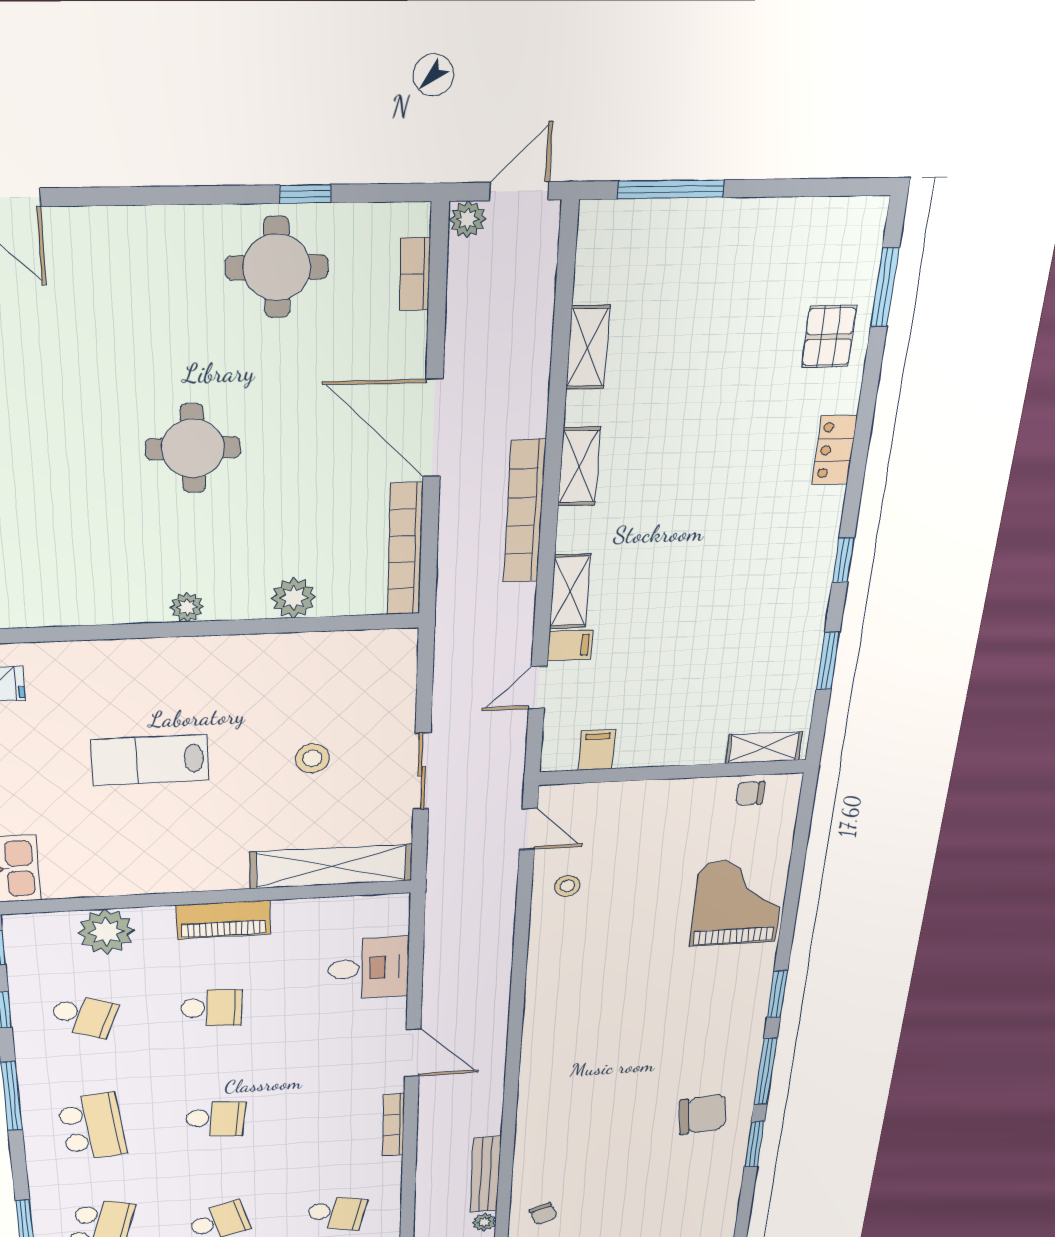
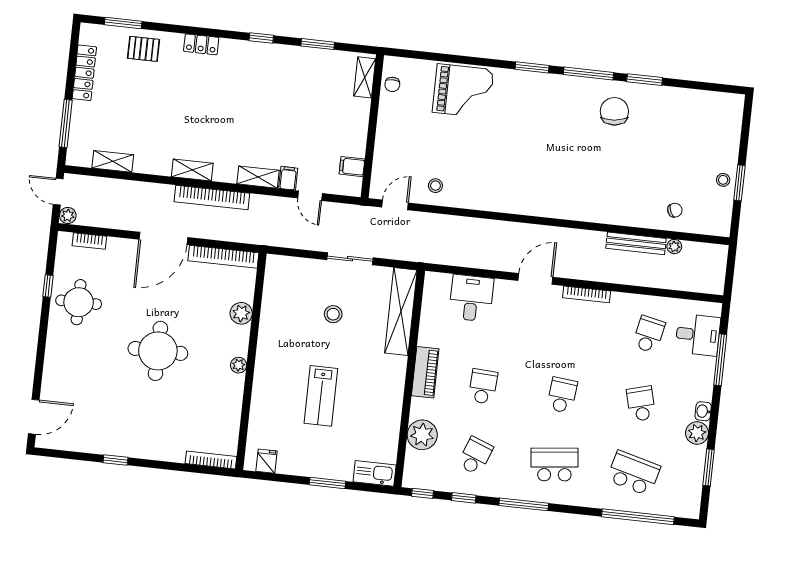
locker: (781, 217) -> (84, 73), added
shelving: (588, 348) -> (113, 161), moved
round table: (193, 448) -> (158, 351), width x1.36, depth x1.36
grand piano: (738, 902) -> (463, 91), turned 180

